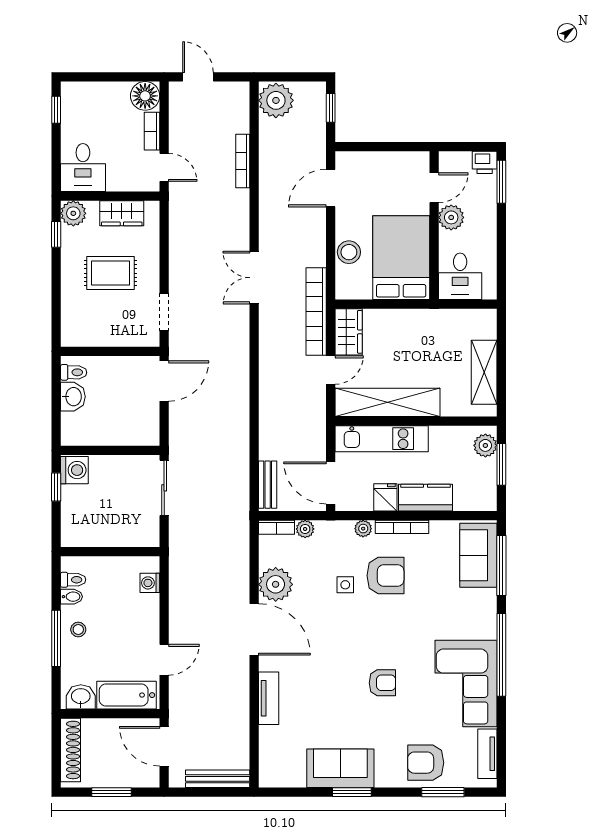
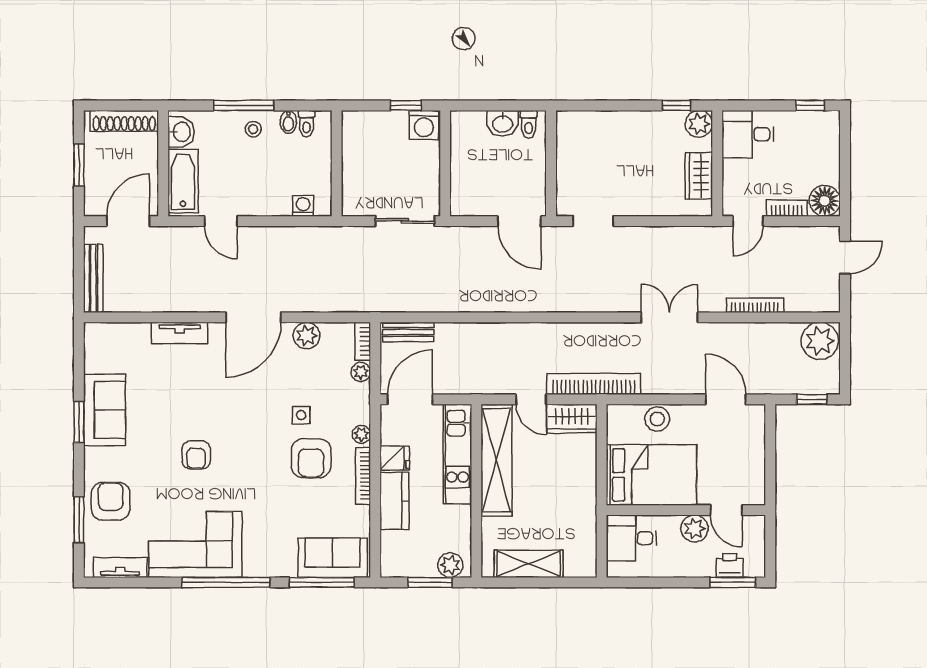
printer: (485, 162) -> (730, 566), moved, turned 90
rug: (110, 273) -> (635, 164), removed
double door: (254, 278) -> (669, 317), moved
plant: (276, 584) -> (306, 336), width x0.73, depth x0.73

